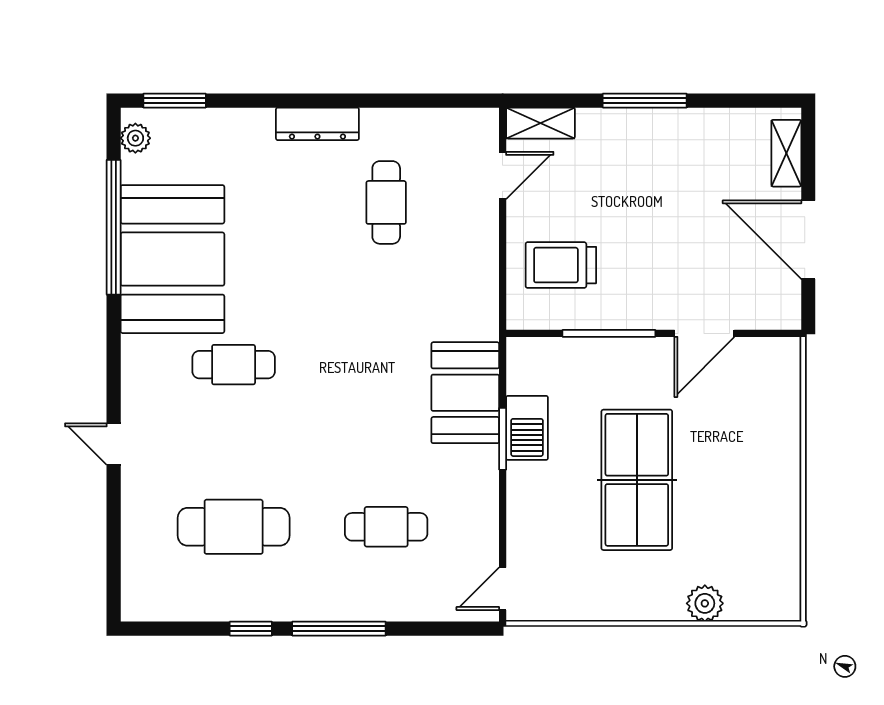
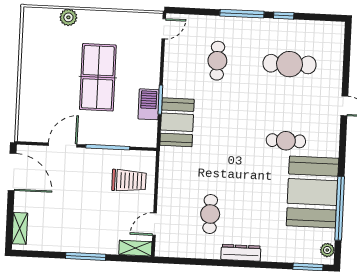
door: (808, 240) -> (12, 172), moved
cafe table: (386, 527) -> (217, 61), turned 90

